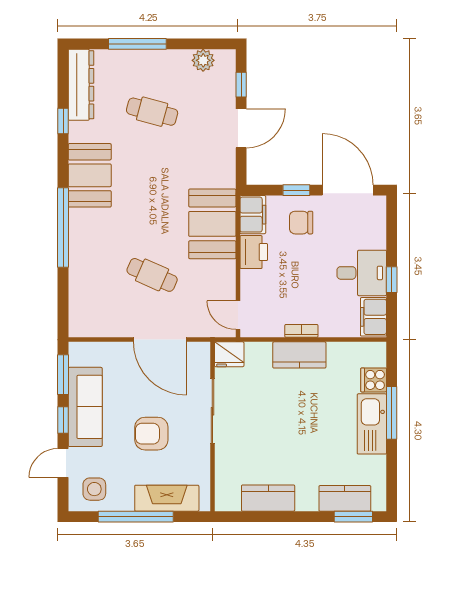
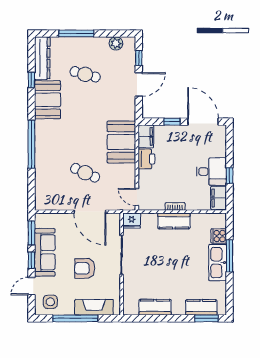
booth: (90, 175) -> (48, 100), moved
chair: (301, 223) -> (175, 141), removed

